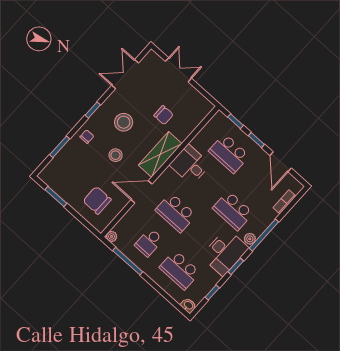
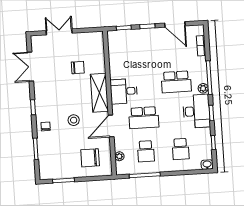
stool: (124, 122) -> (59, 96), removed
school desk: (229, 153) -> (139, 51), removed
desk: (190, 165) -> (124, 91), moved
plant: (112, 236) -> (119, 156), moved
school desk: (180, 270) -> (181, 149), width x0.54

